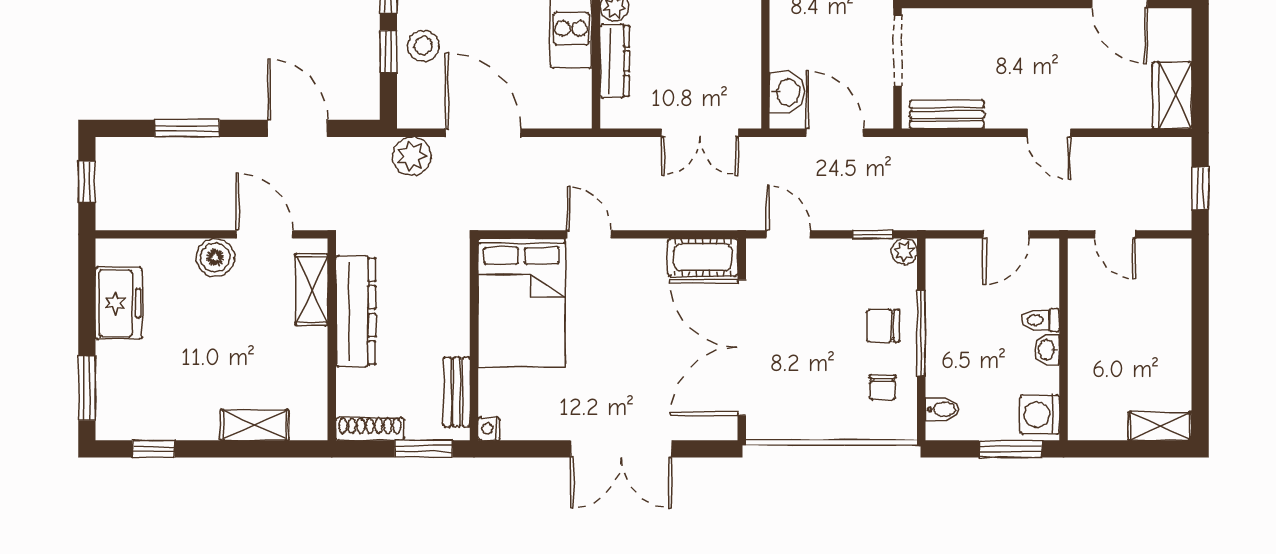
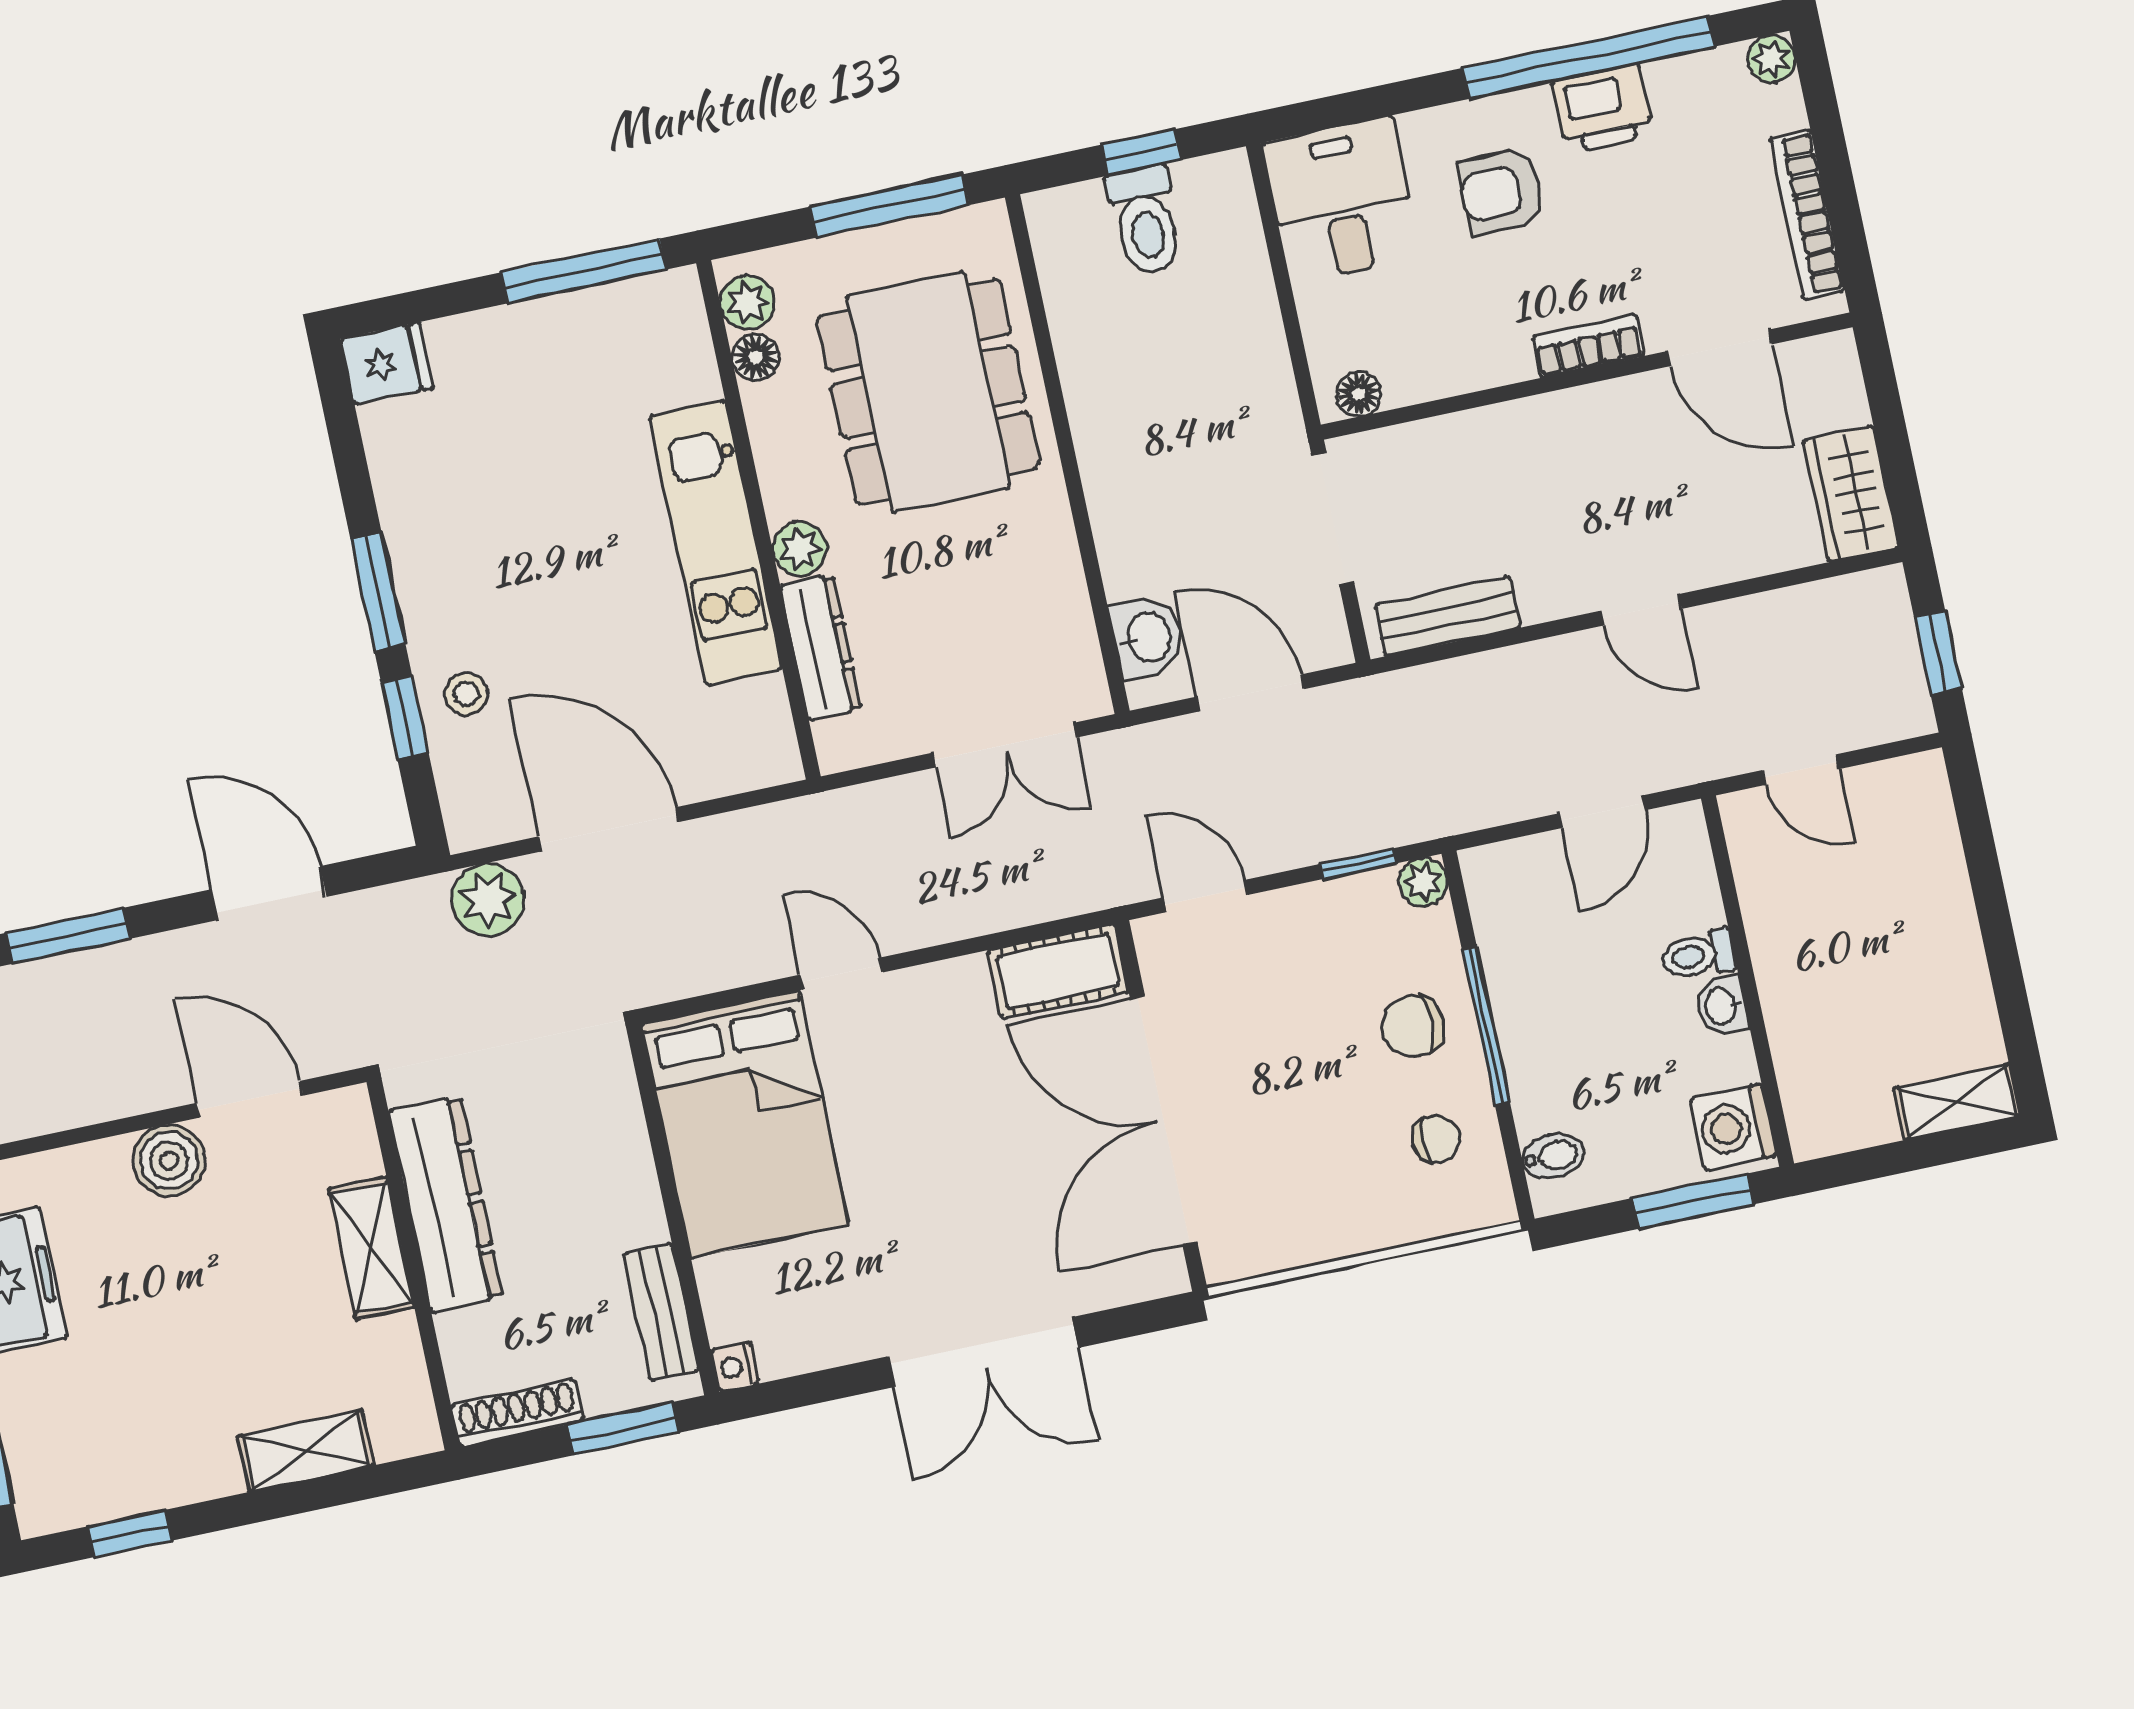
stool: (423, 46) -> (466, 694), width x0.73, depth x0.73
shelving: (312, 290) -> (371, 1248), moved
chair: (883, 387) -> (1436, 1139), turned -90

